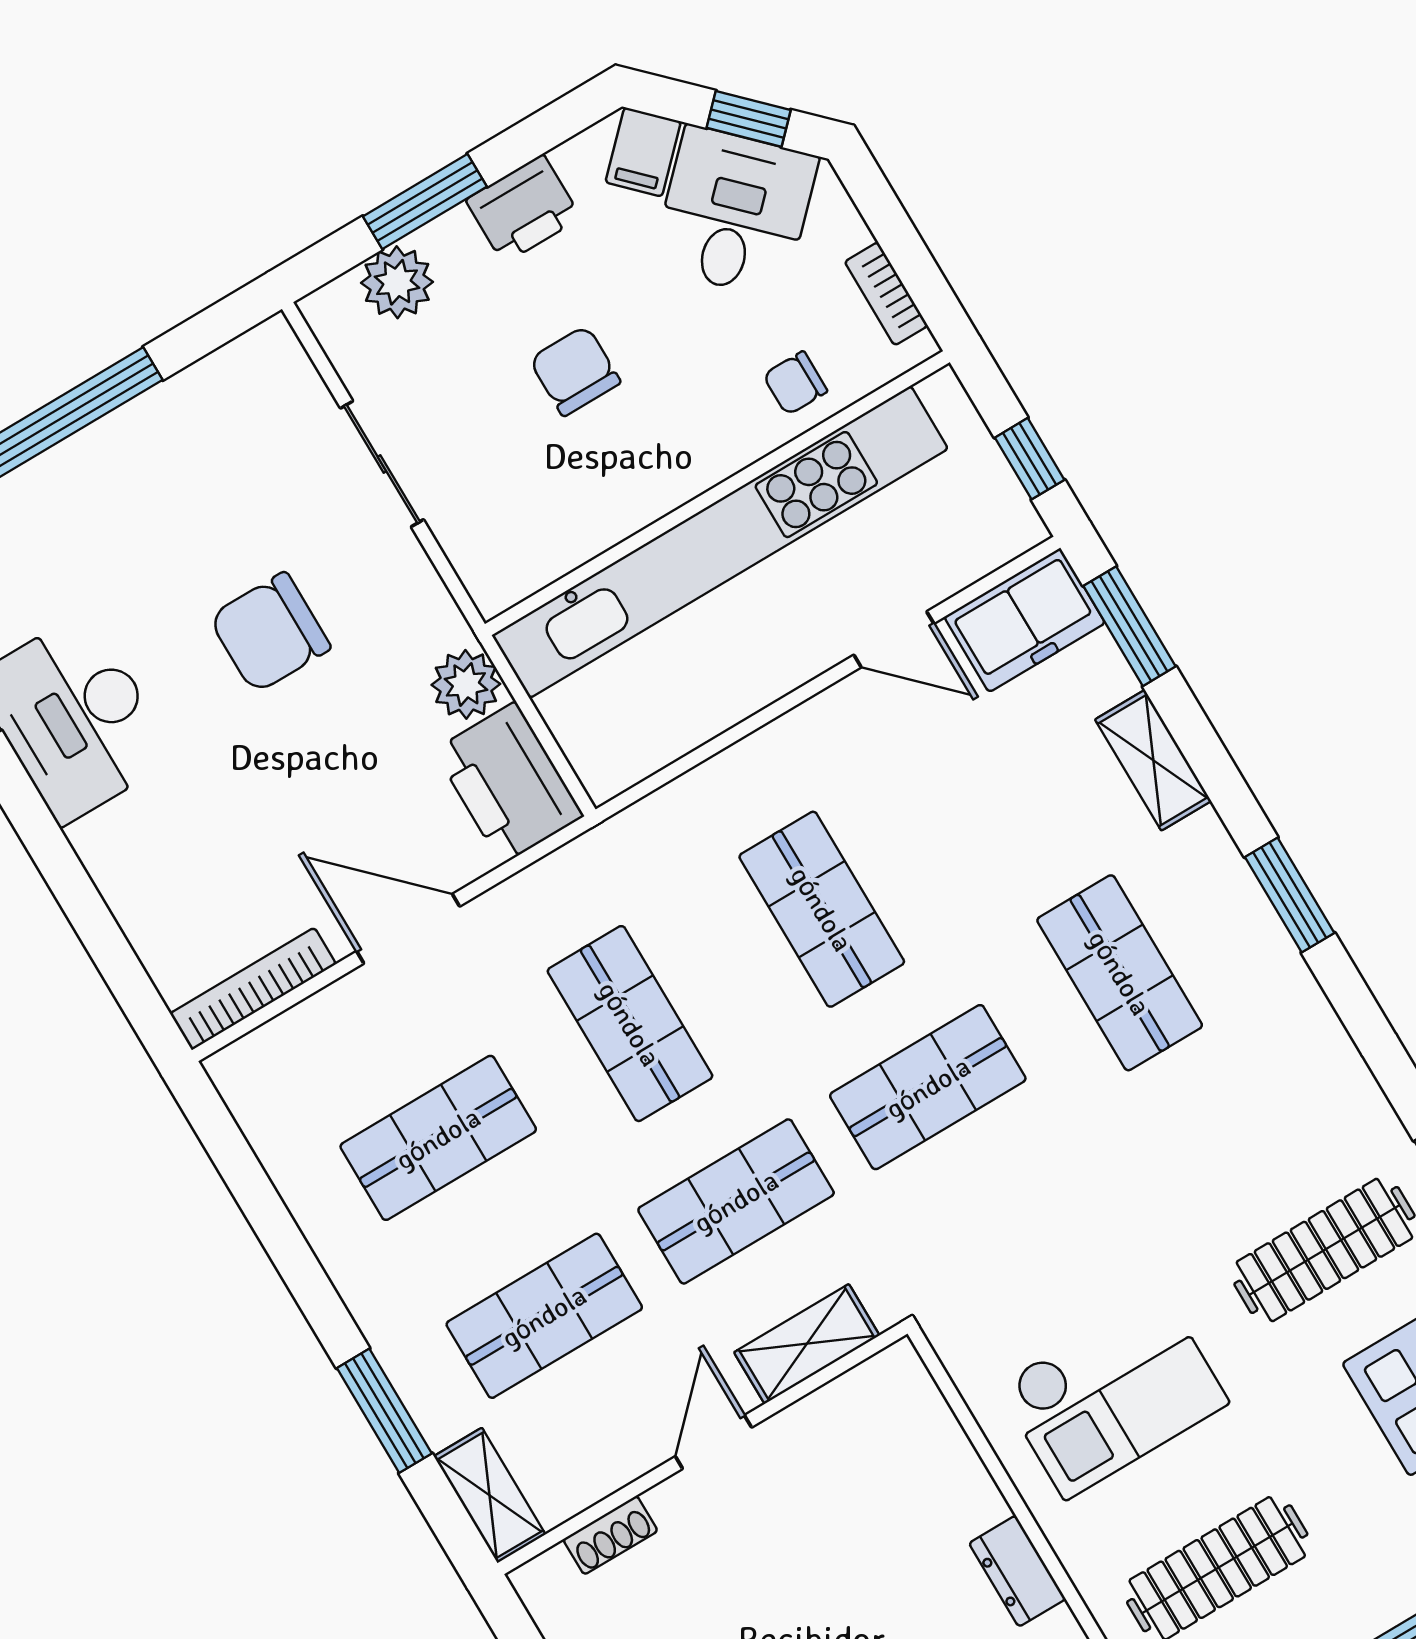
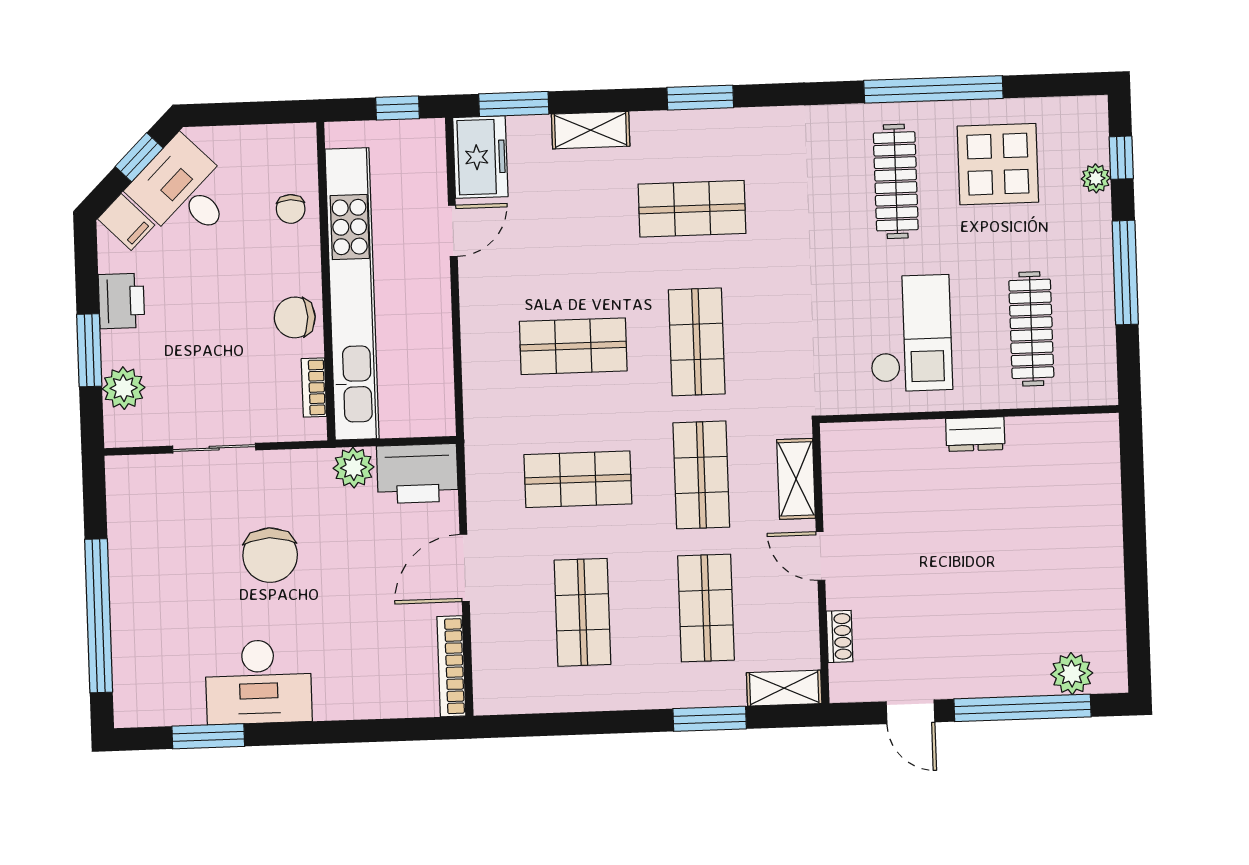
bookcase: (886, 294) -> (314, 388), moved, turned 90
chair: (575, 371) -> (295, 317), moved

